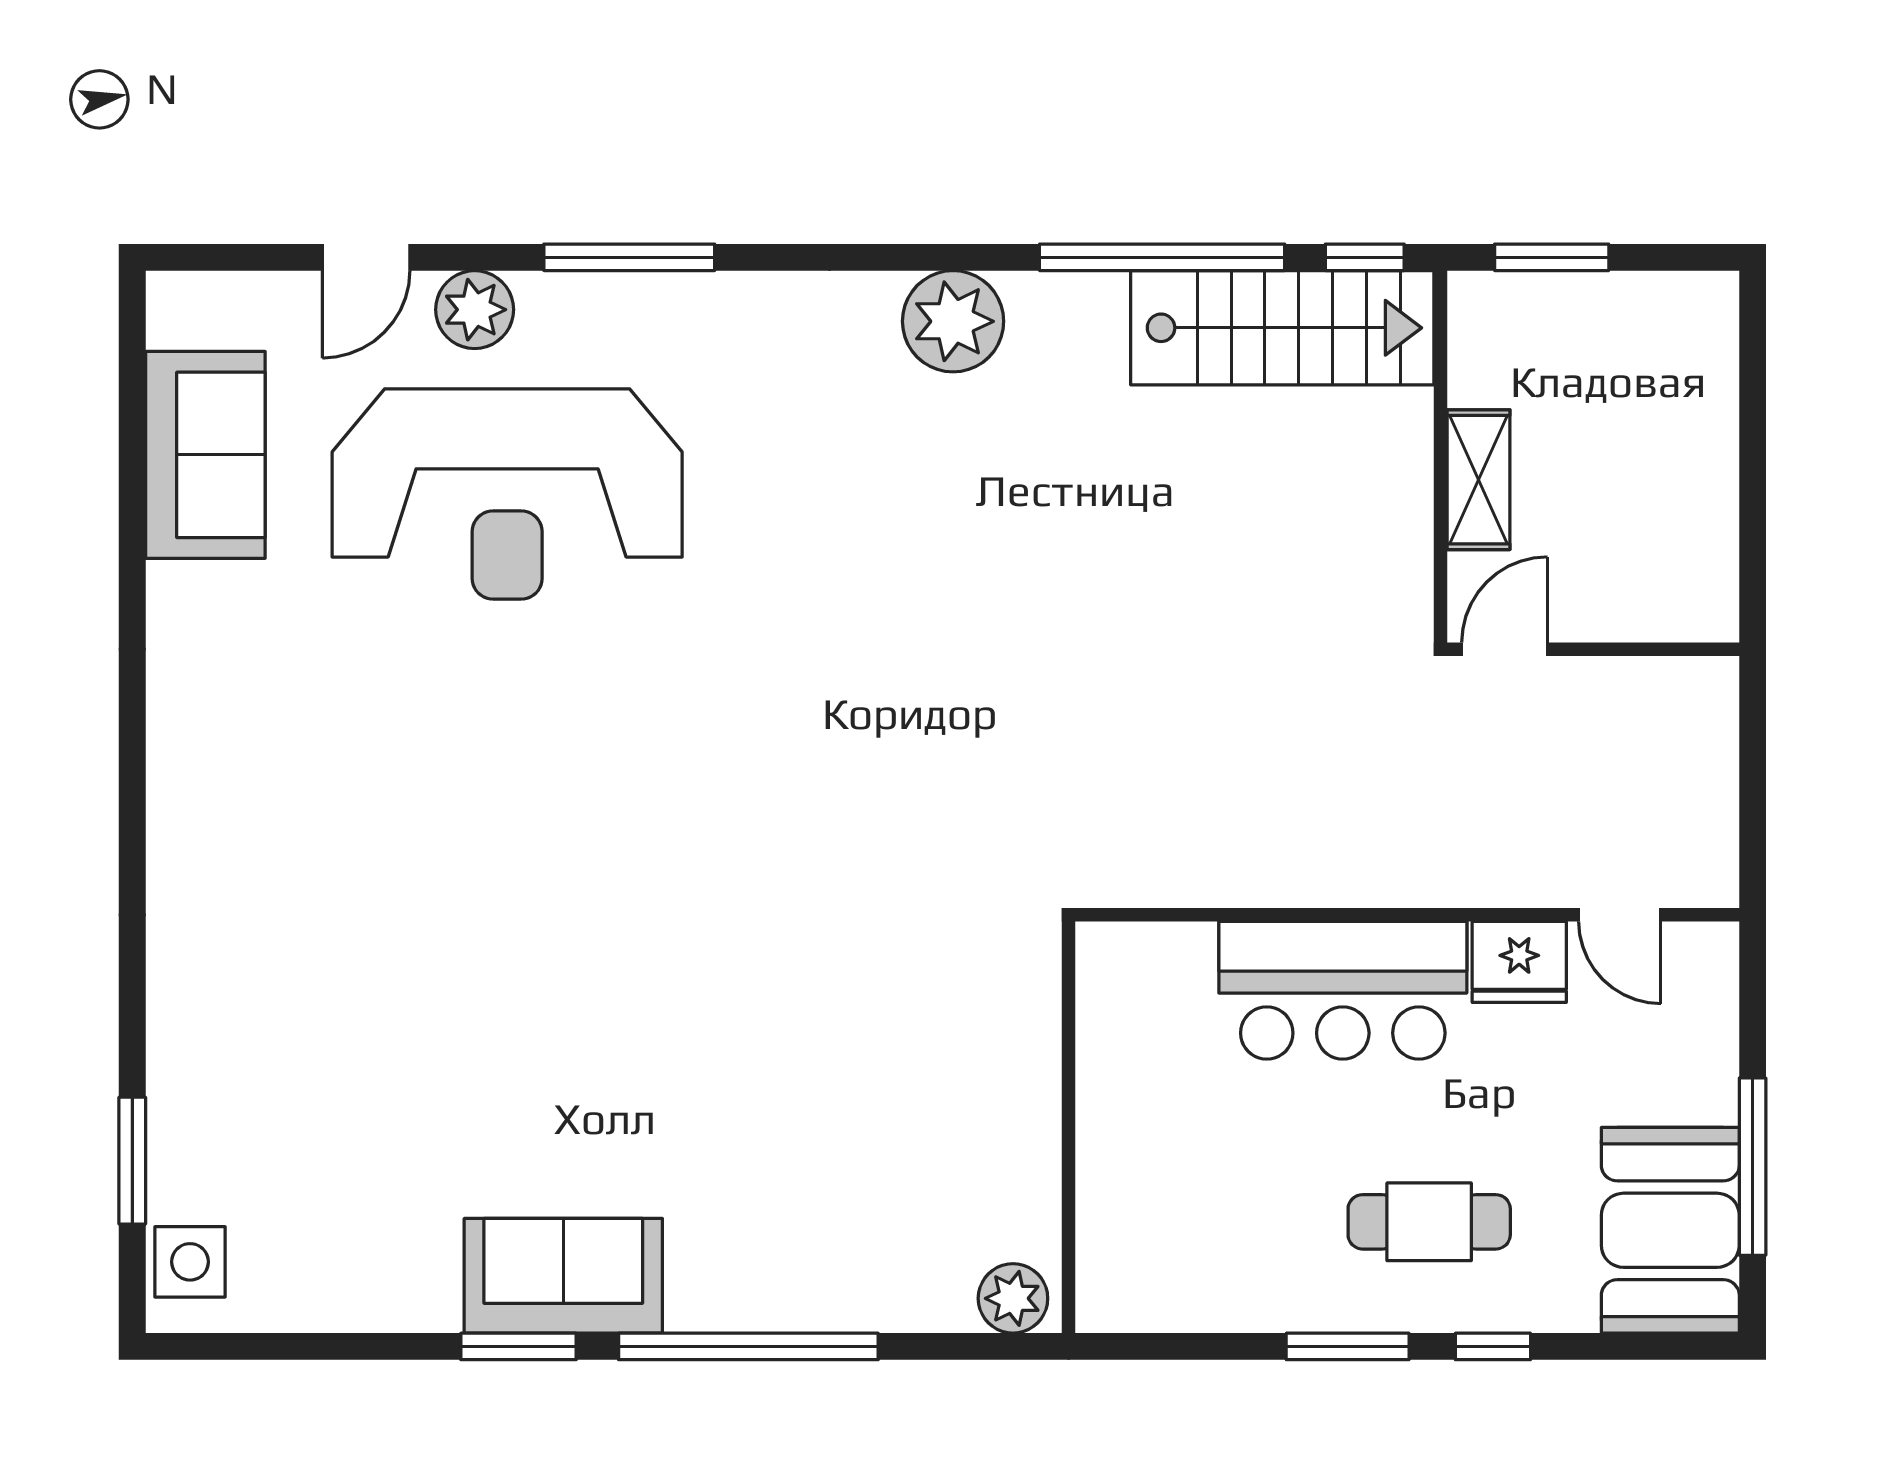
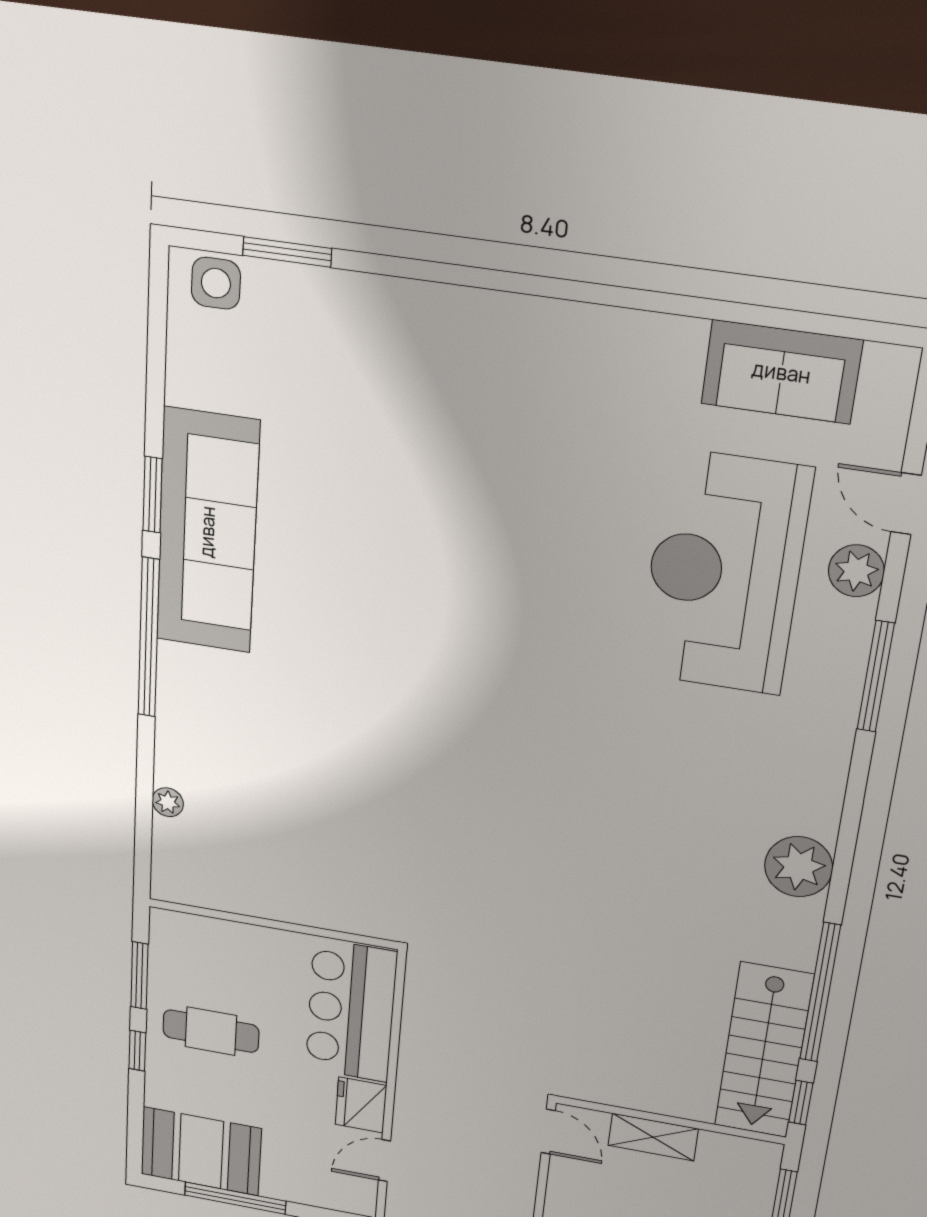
wall: (1069, 1127) -> (273, 924), moved
cafe table: (1429, 1222) -> (211, 1031), turned 90
sofa: (563, 1276) -> (207, 532), width x1.85, depth x1.27
plant: (1013, 1298) -> (168, 802), width x0.73, depth x0.73

